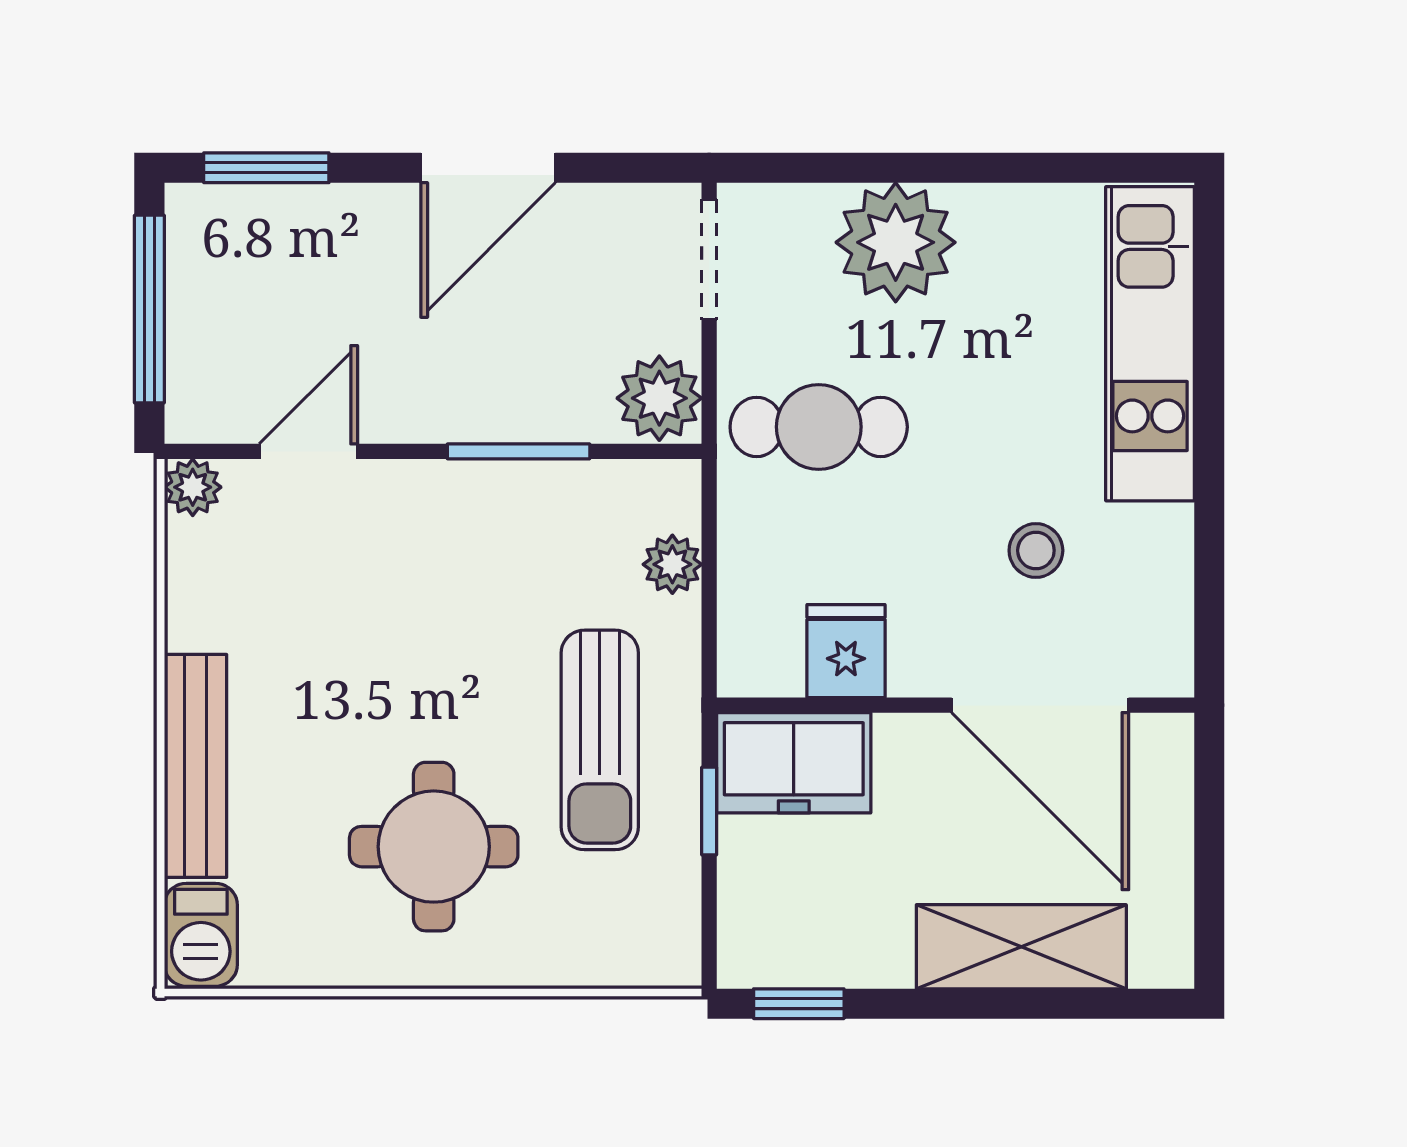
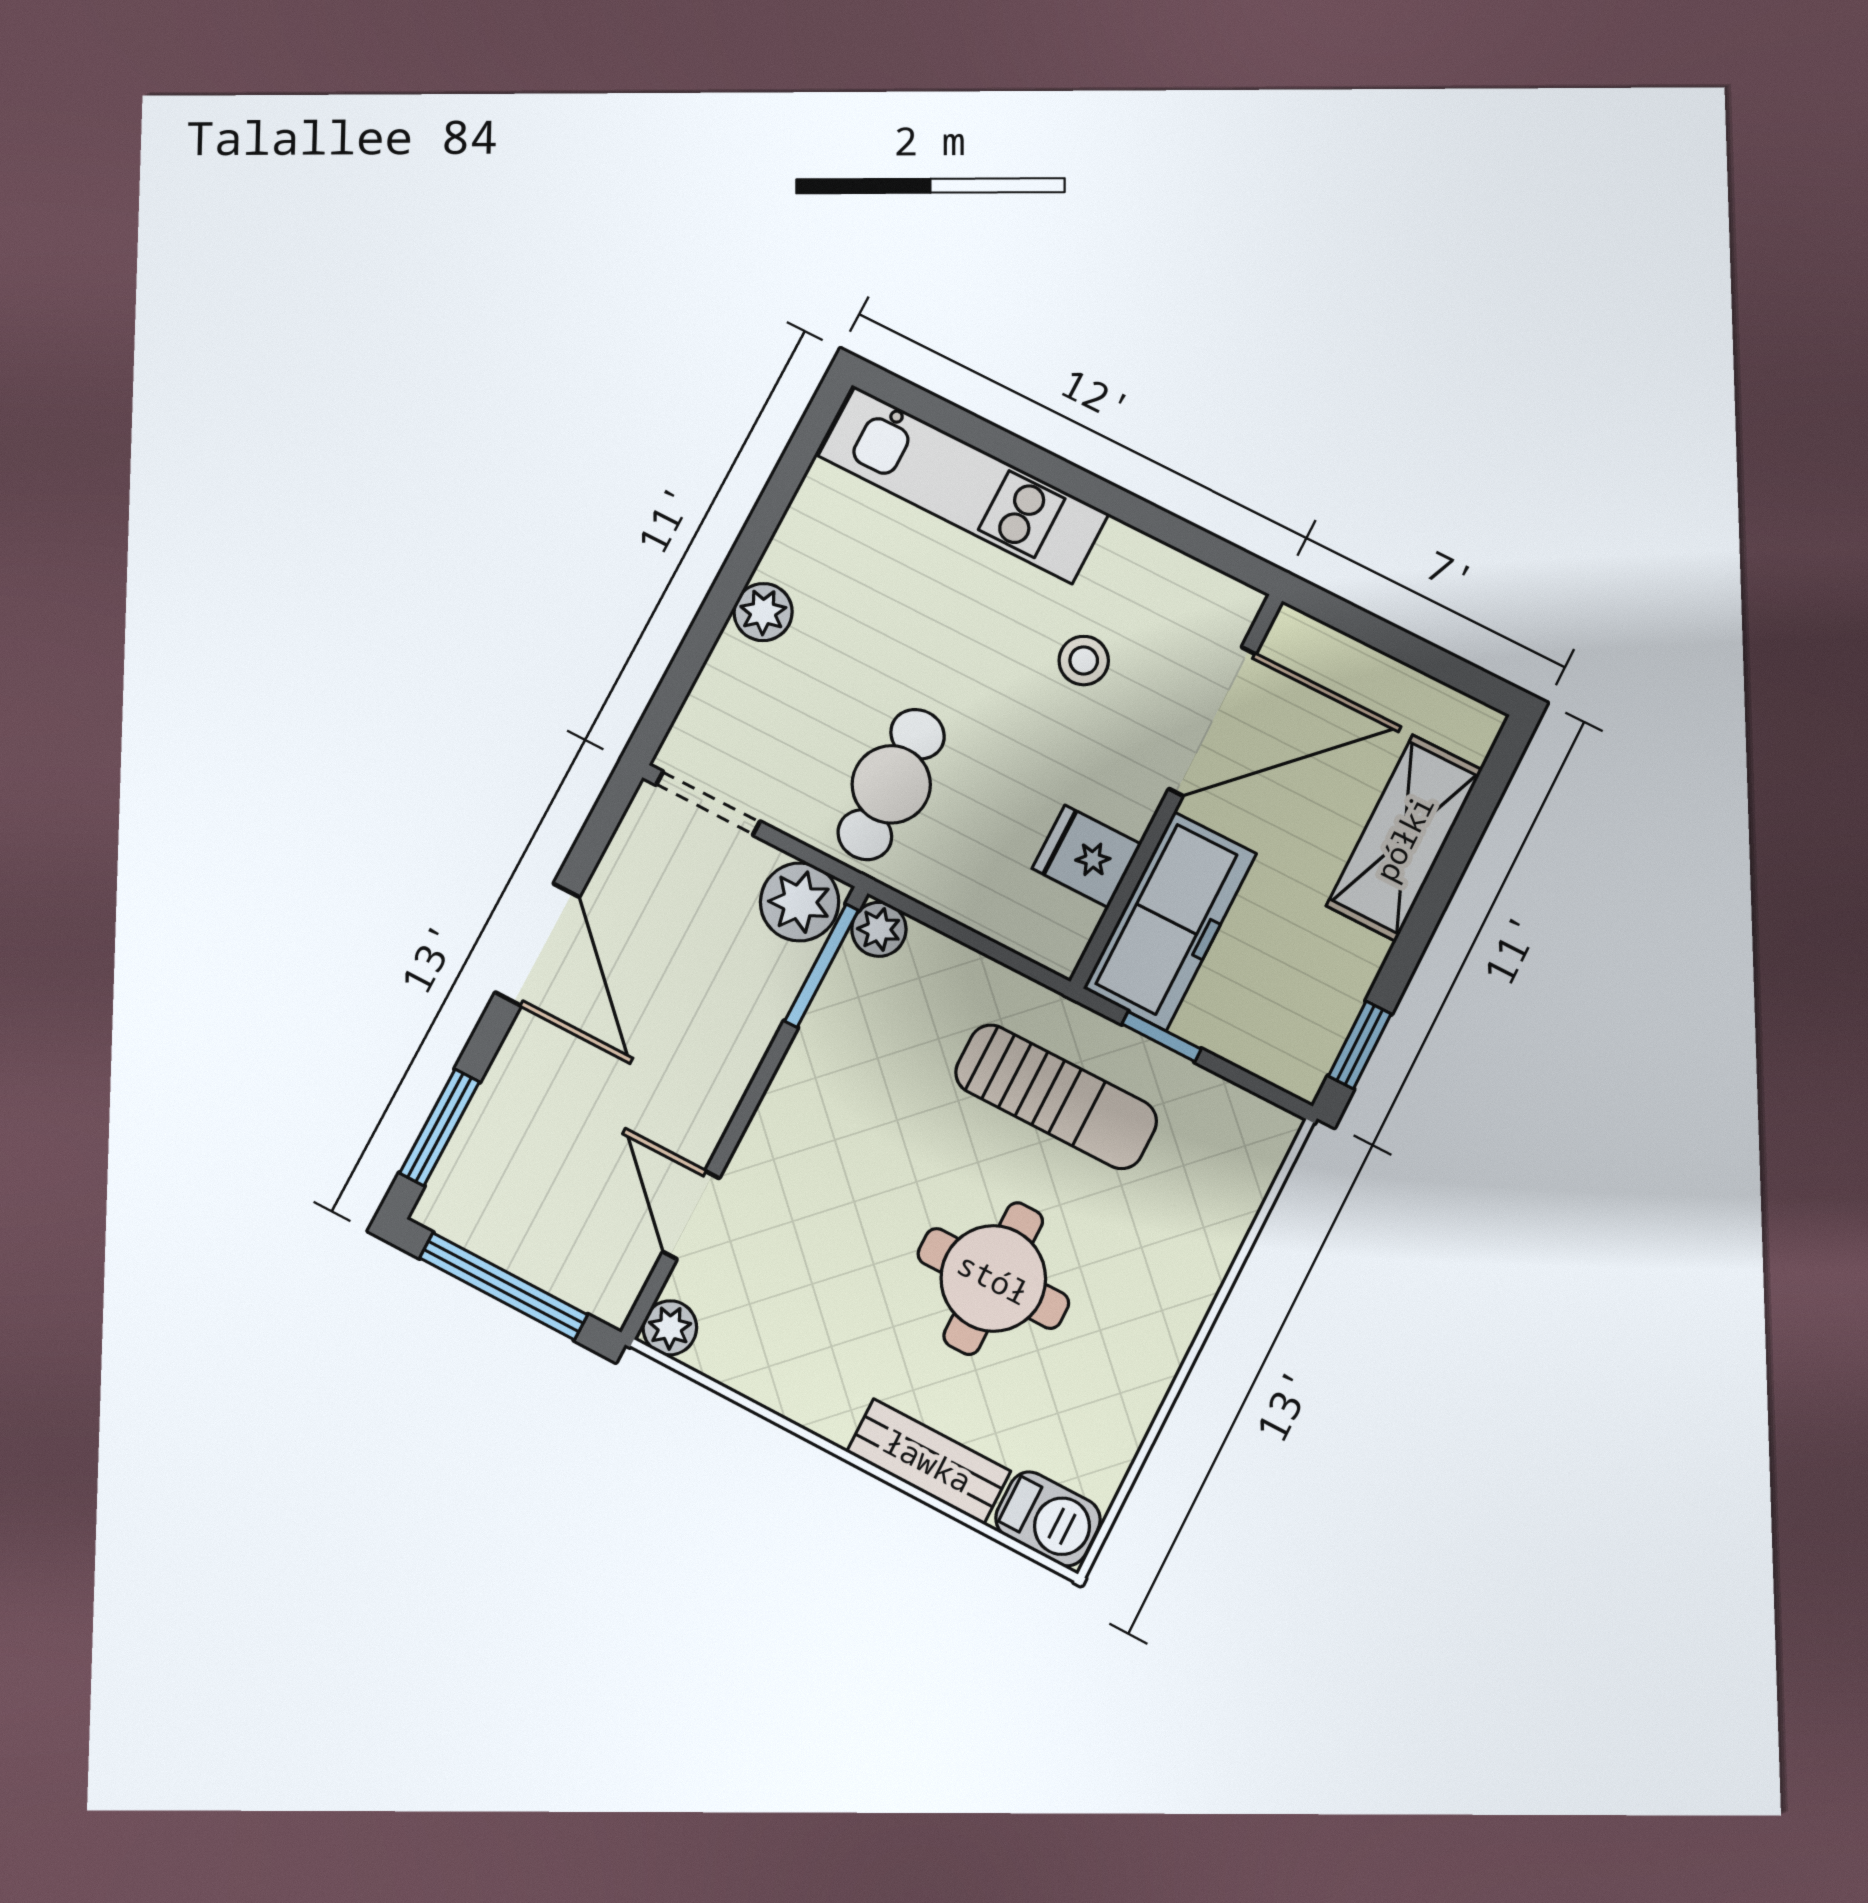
plant: (896, 242) -> (763, 612), width x0.53, depth x0.53
window: (519, 451) -> (822, 966), moved
plant: (672, 564) -> (879, 929), moved
freezer: (794, 763) -> (1170, 921), width x1.40
bench: (195, 766) -> (928, 1461), width x0.73
round table: (434, 847) -> (993, 1278), moved

